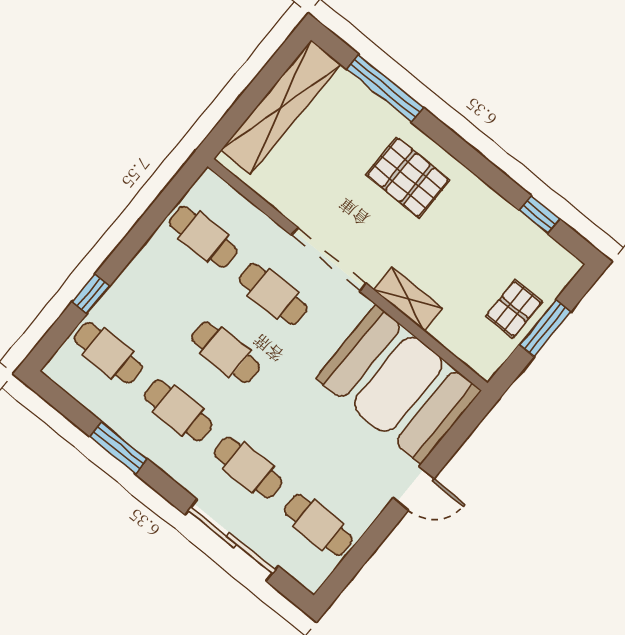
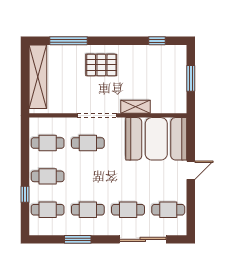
pallet: (514, 309) -> (175, 80), removed
cafe table: (226, 352) -> (48, 176), moved

